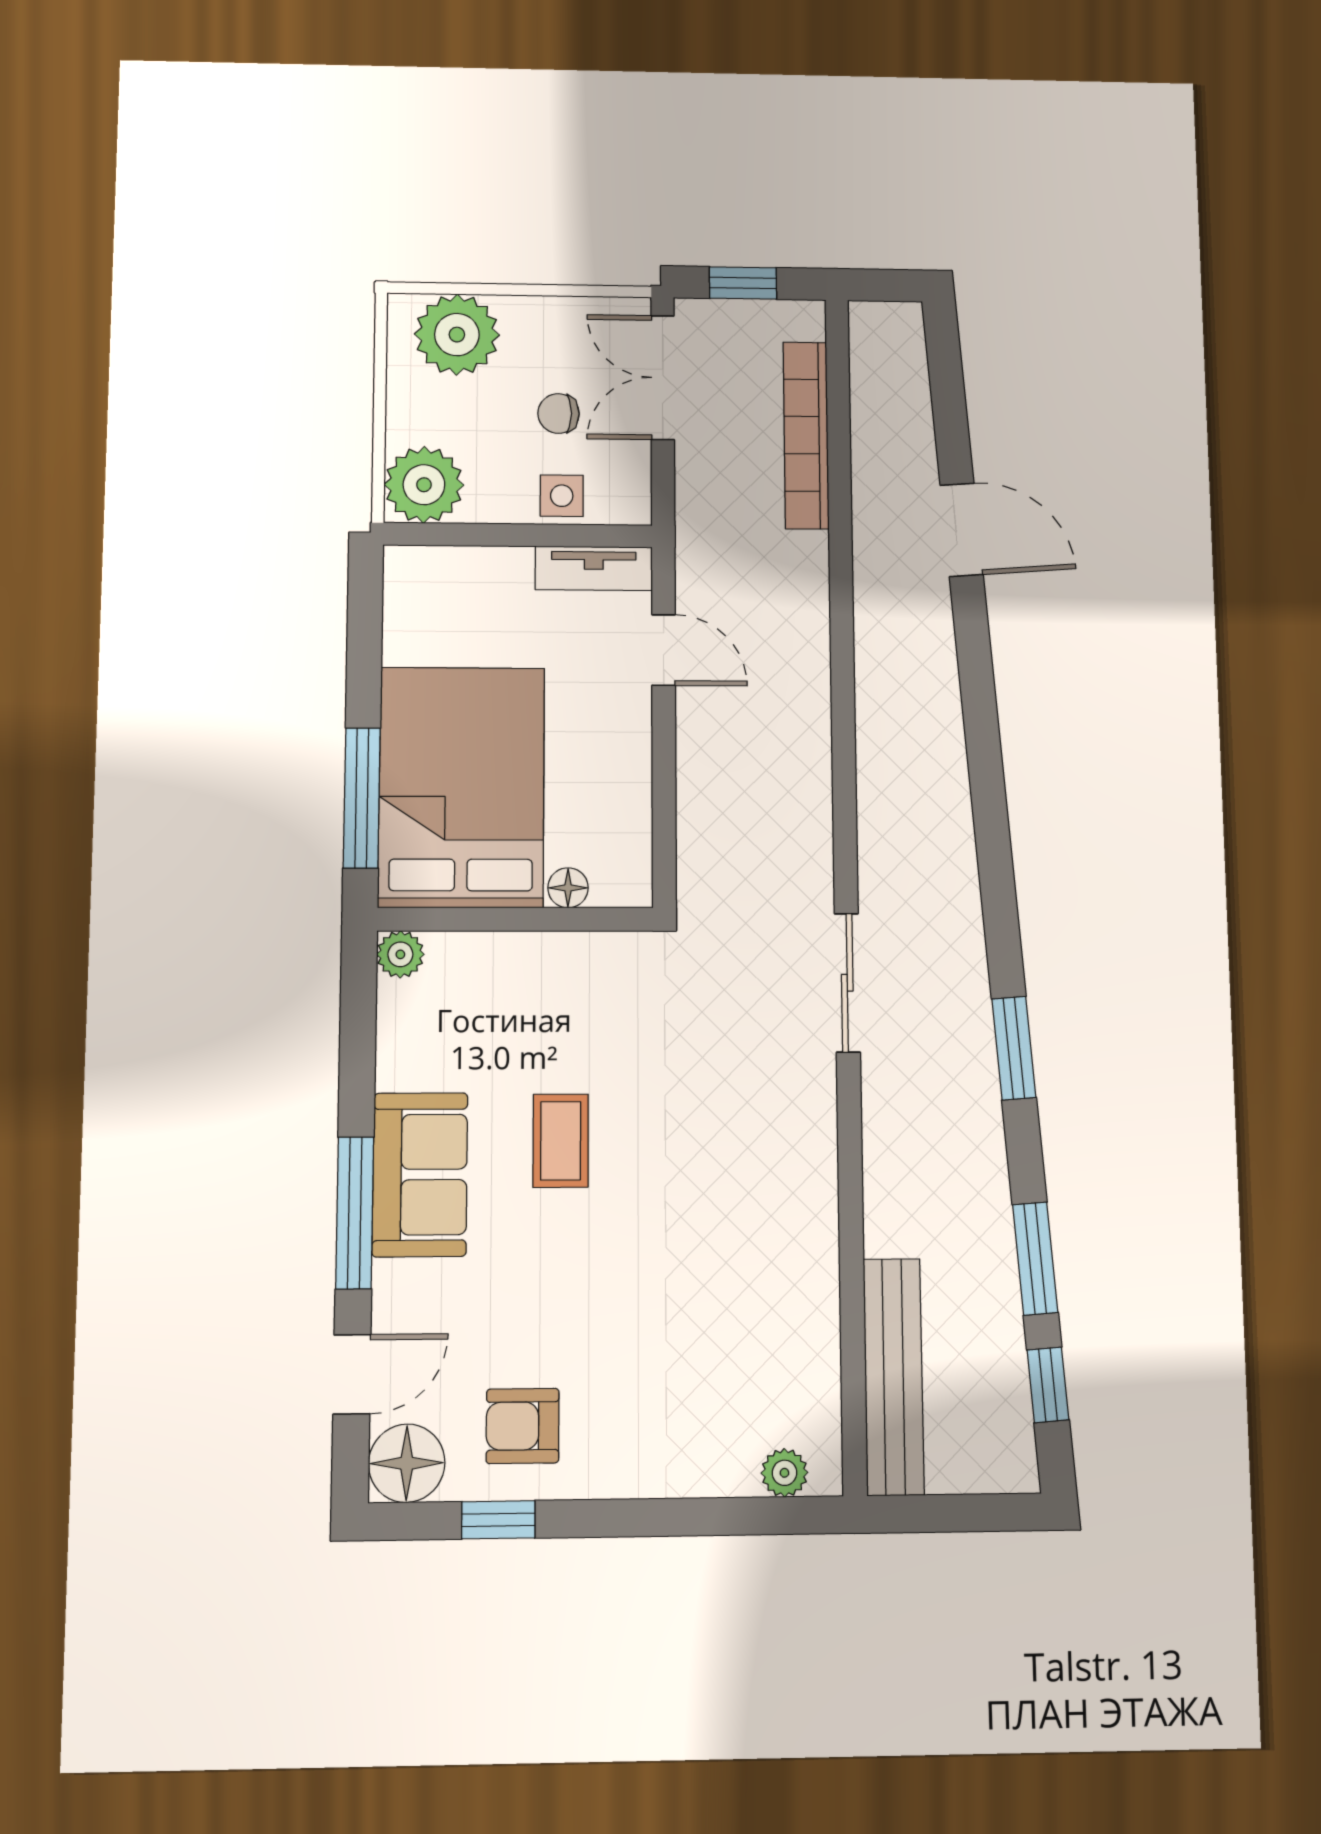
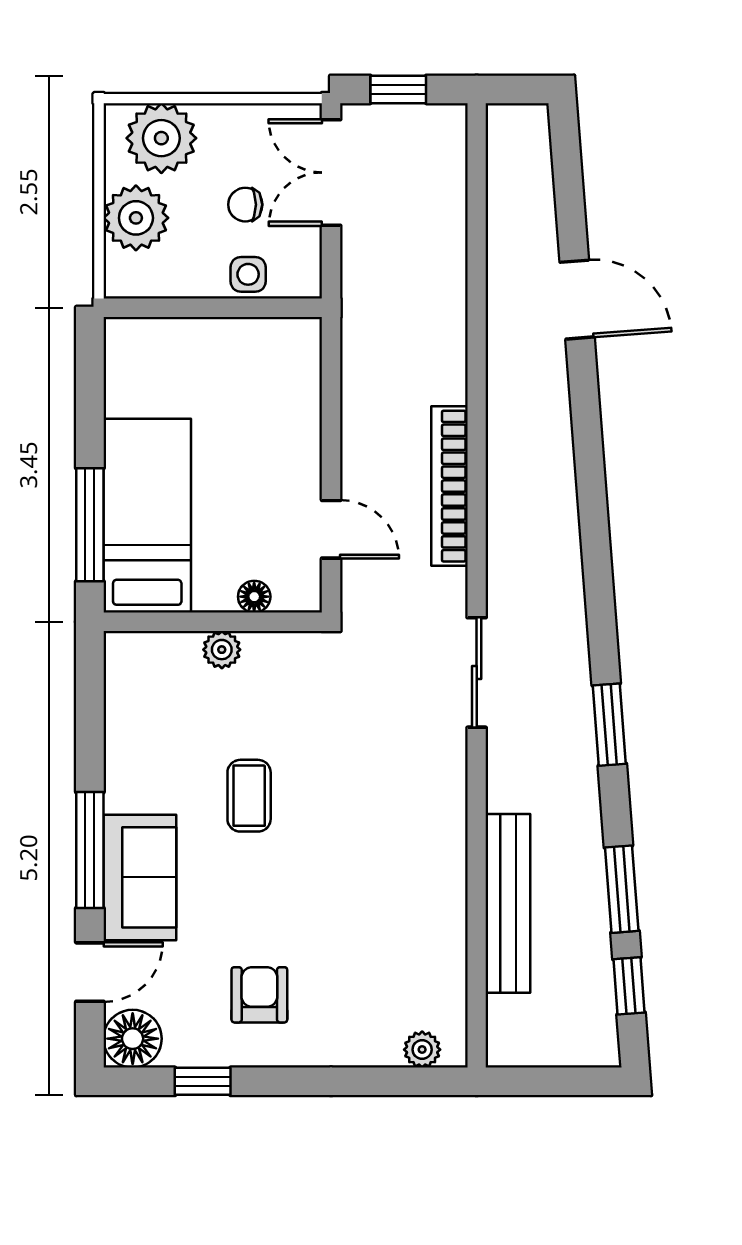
bookcase: (806, 435) -> (449, 486), moved
plant: (424, 485) -> (136, 218), moved
tv unit: (594, 568) -> (274, 335), removed
door: (664, 650) -> (331, 529), moved
bed: (462, 787) -> (147, 516), width x0.67
plant: (400, 954) -> (222, 650), moved
sofa: (420, 1174) -> (140, 877), moved
bench: (894, 1376) -> (508, 903), moved
armchair: (523, 1426) -> (259, 995), moved, turned 90

